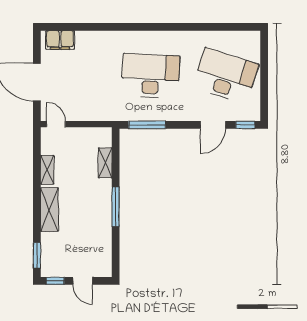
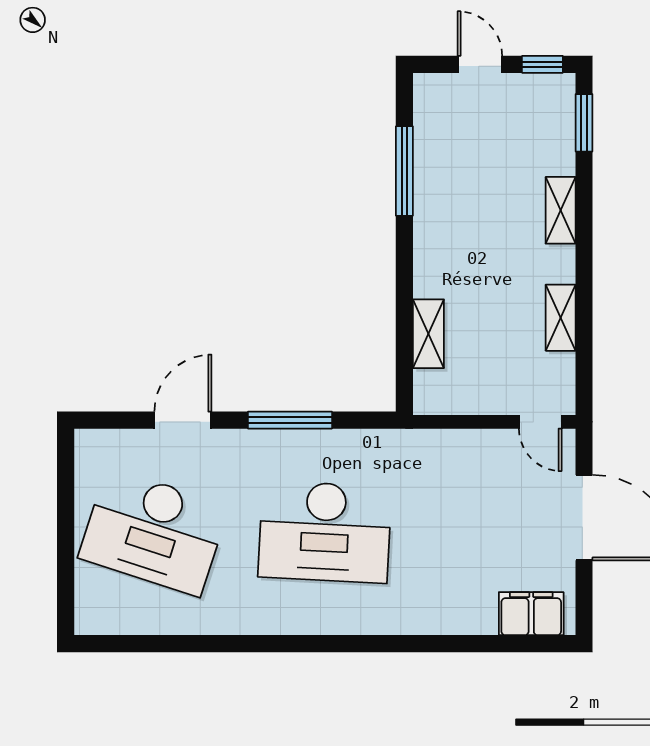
window: (147, 125) -> (290, 420), moved
window: (245, 125) -> (109, 420), removed
window: (116, 207) -> (404, 171), moved
shelving: (49, 210) -> (561, 210), width x0.67, depth x0.75

